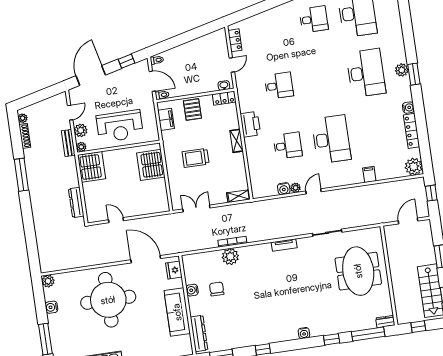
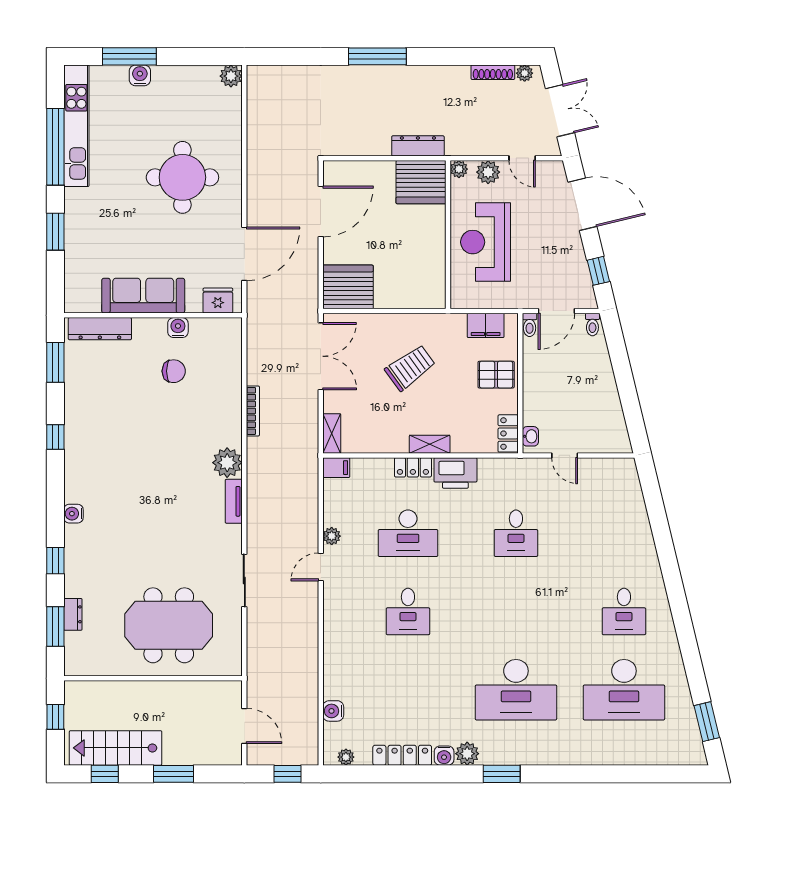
locker: (235, 40) -> (413, 467), moved
plant: (402, 70) -> (467, 754), moved
double door: (41, 95) -> (560, 111), added
desk: (331, 139) -> (408, 611), width x0.53, depth x0.77
bench: (68, 143) -> (469, 147), removed
desk: (288, 146) -> (408, 533), width x1.37
trolley: (196, 158) -> (410, 368), turned 54
server rack: (151, 165) -> (348, 287), moved
plant: (414, 167) -> (346, 757), width x0.53, depth x0.53
filing cabinet: (369, 174) -> (336, 468), moved
window: (21, 175) -> (377, 56), moved
water cooler: (284, 189) -> (333, 711), moved
door: (314, 191) -> (321, 567), swing flipped
dresser: (76, 202) -> (418, 146), moved
double door: (196, 208) -> (321, 356), width x1.37
door: (116, 220) -> (321, 211), width x1.88
plant: (230, 257) -> (227, 463), moved
round table: (108, 300) -> (182, 177), width x0.73, depth x0.73
water cooler: (51, 307) -> (140, 75), moved
dresser: (385, 322) -> (73, 614), moved
window: (368, 334) -> (55, 627), width x0.69

